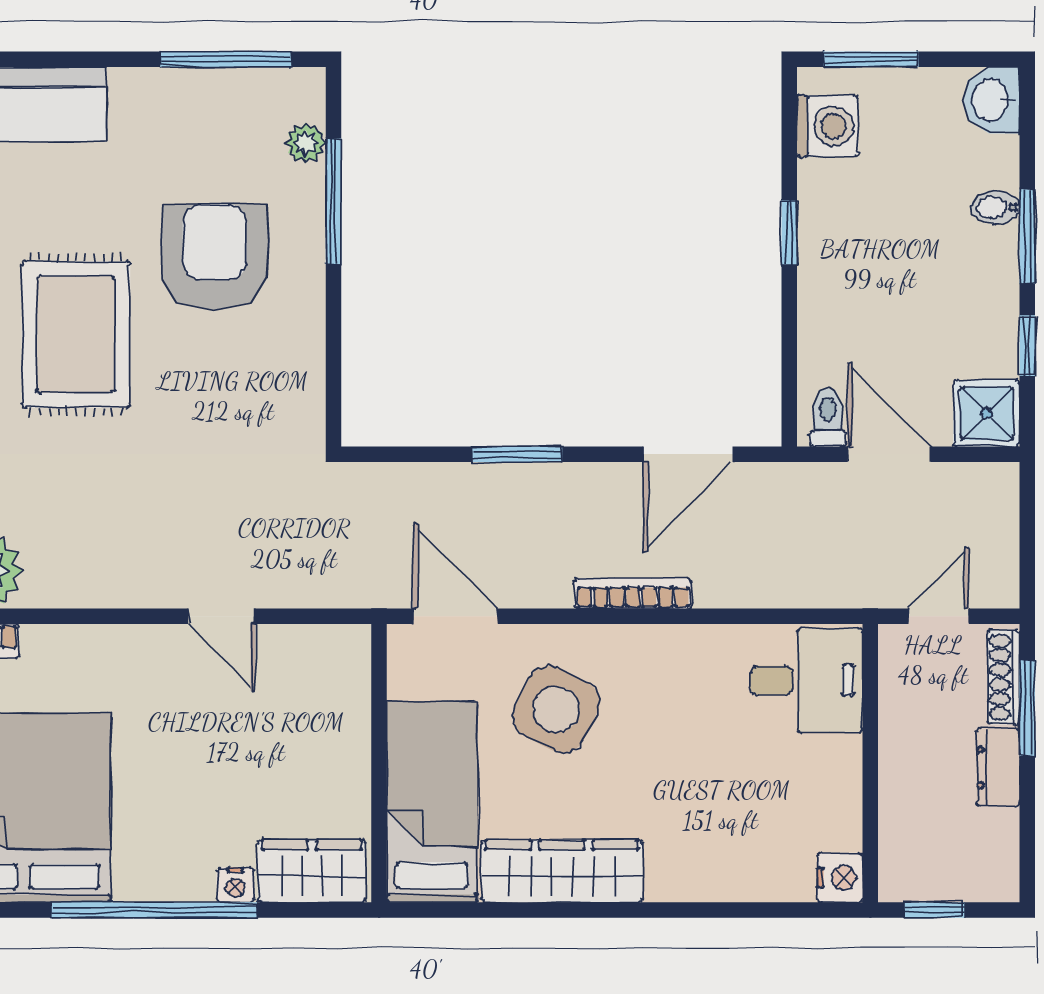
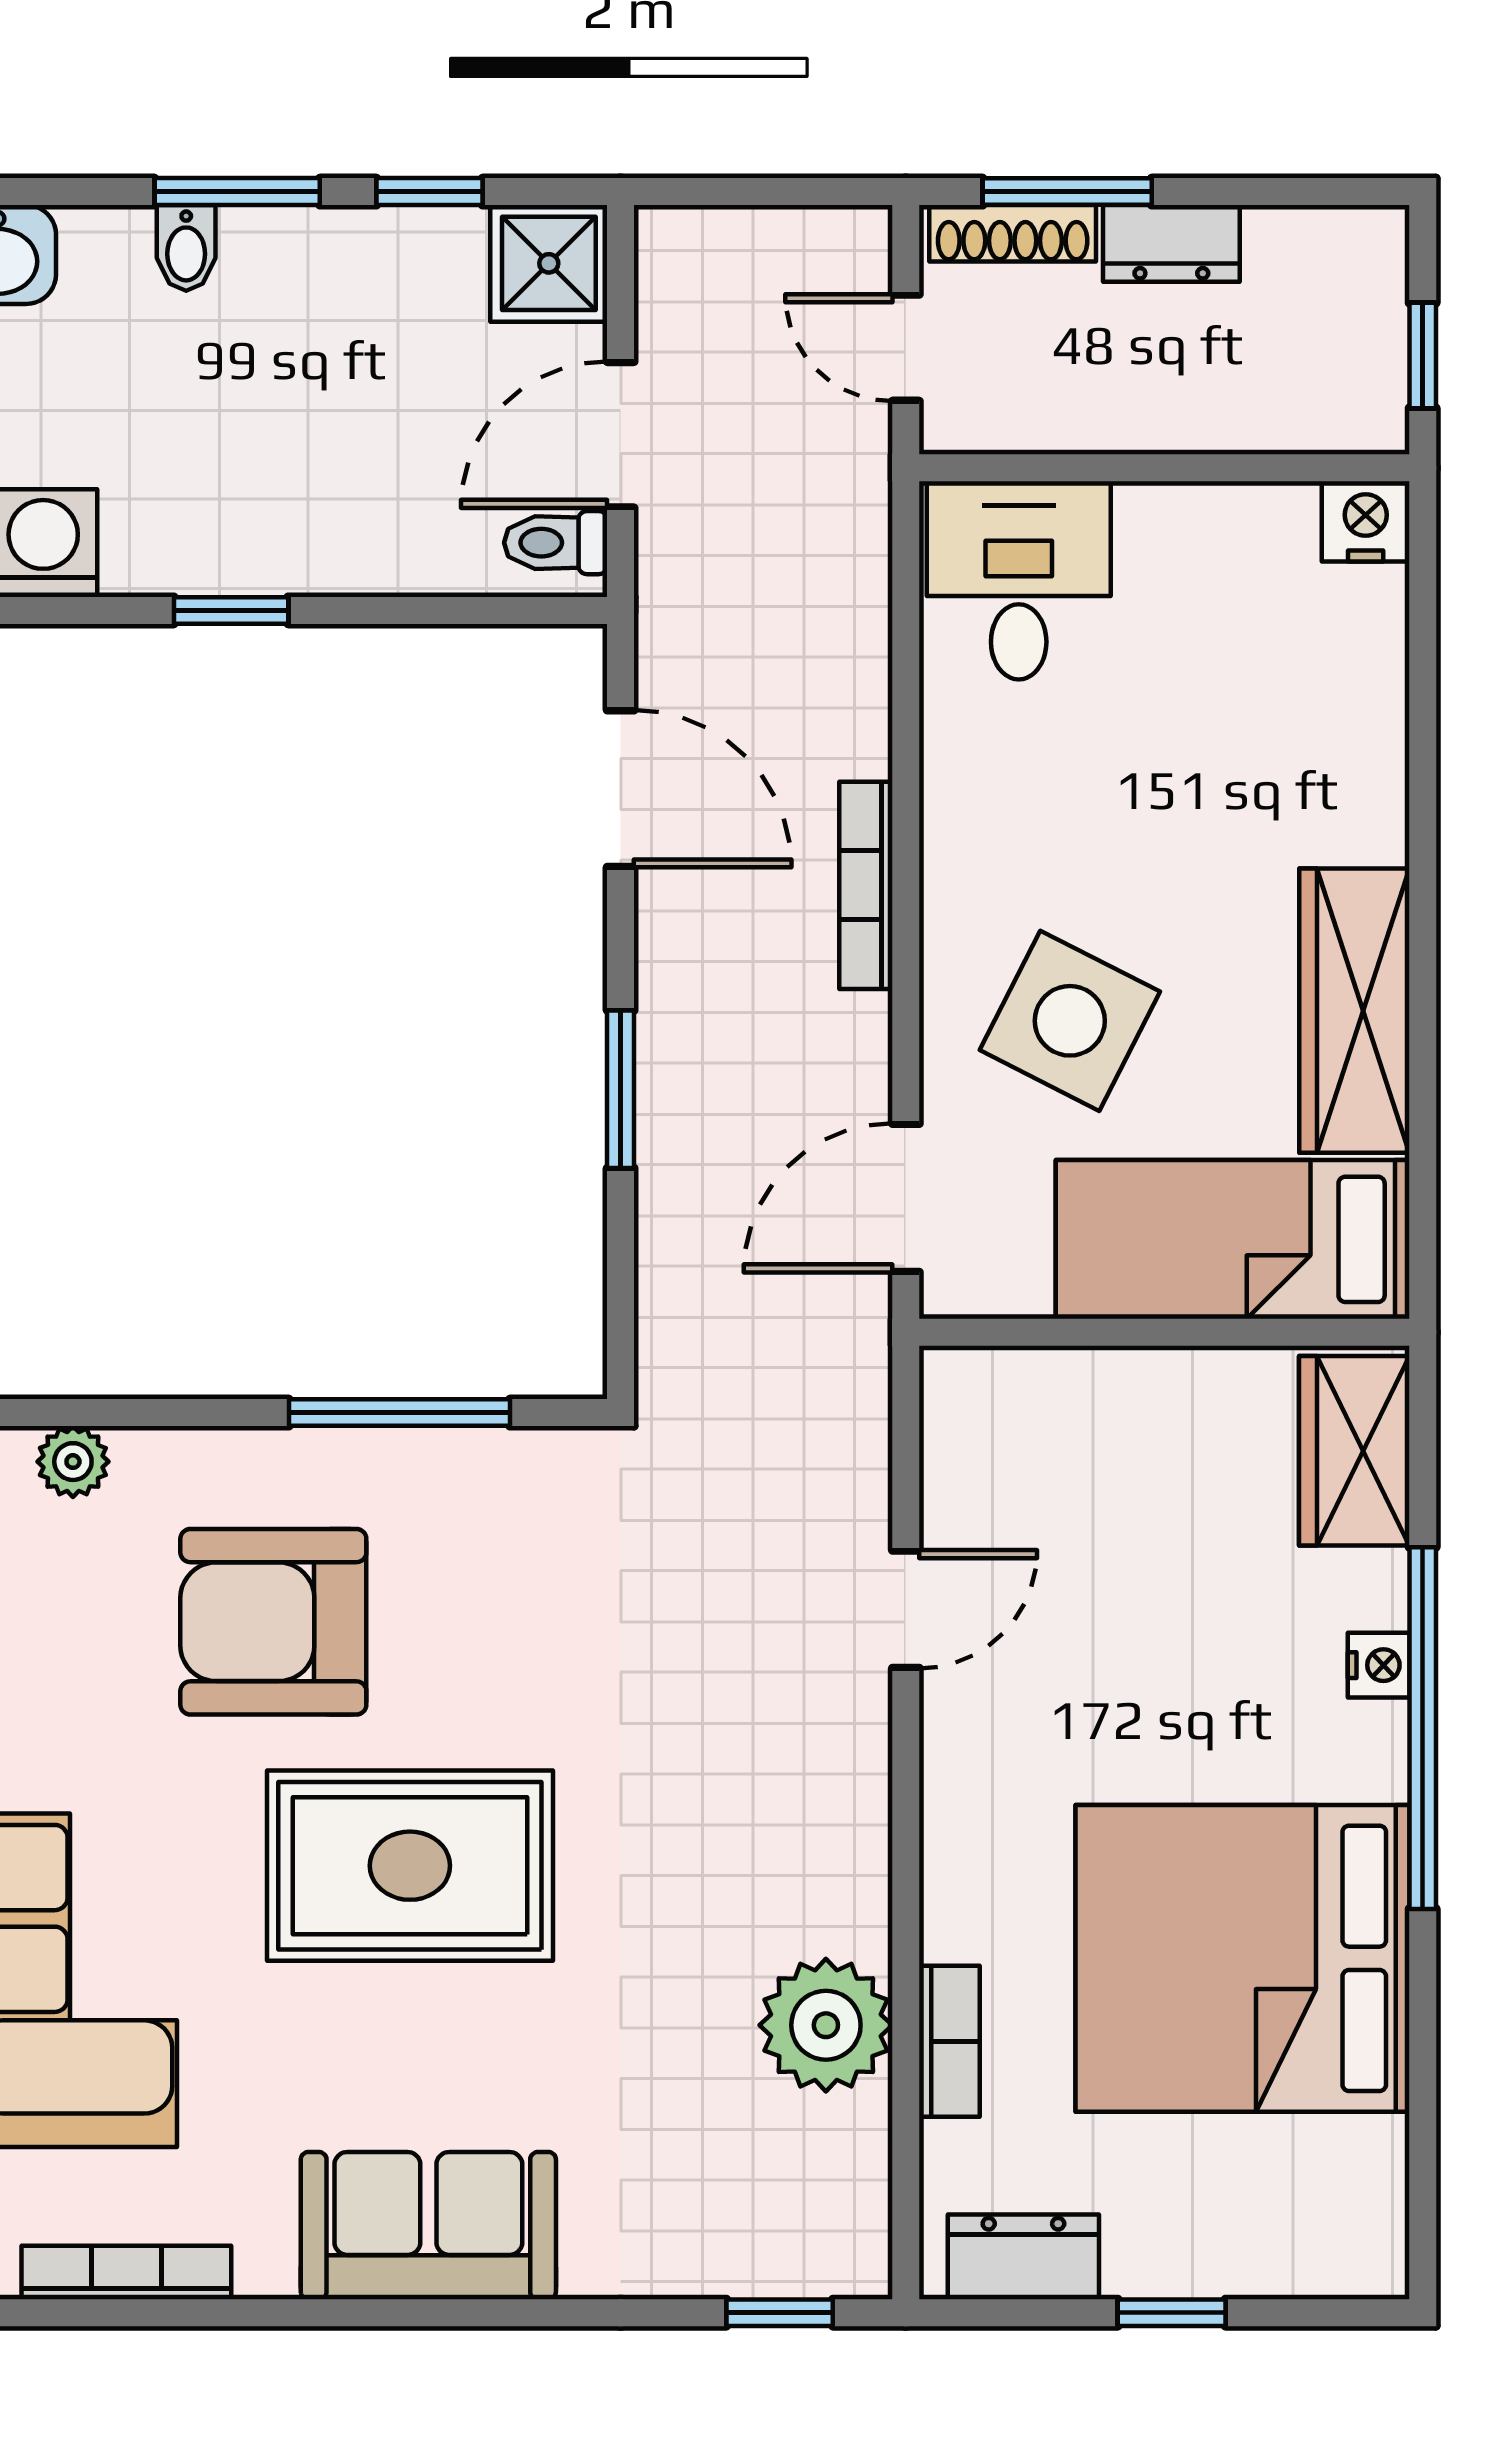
window: (333, 201) -> (399, 1413), moved
nightstand: (235, 885) -> (1379, 1665), moved

